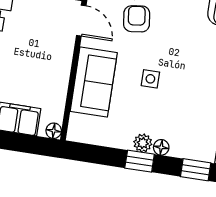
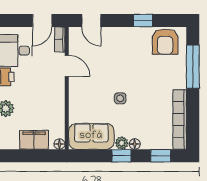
armchair: (137, 19) -> (104, 59), removed
sofa: (94, 82) -> (91, 136), moved, turned -90

